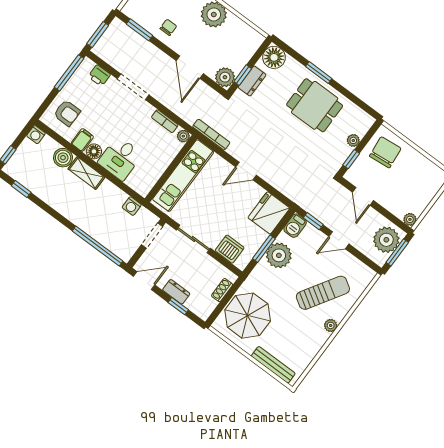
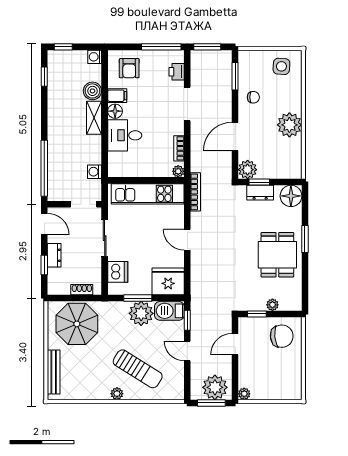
barbecue: (295, 226) -> (169, 311), width x1.38, depth x1.27

